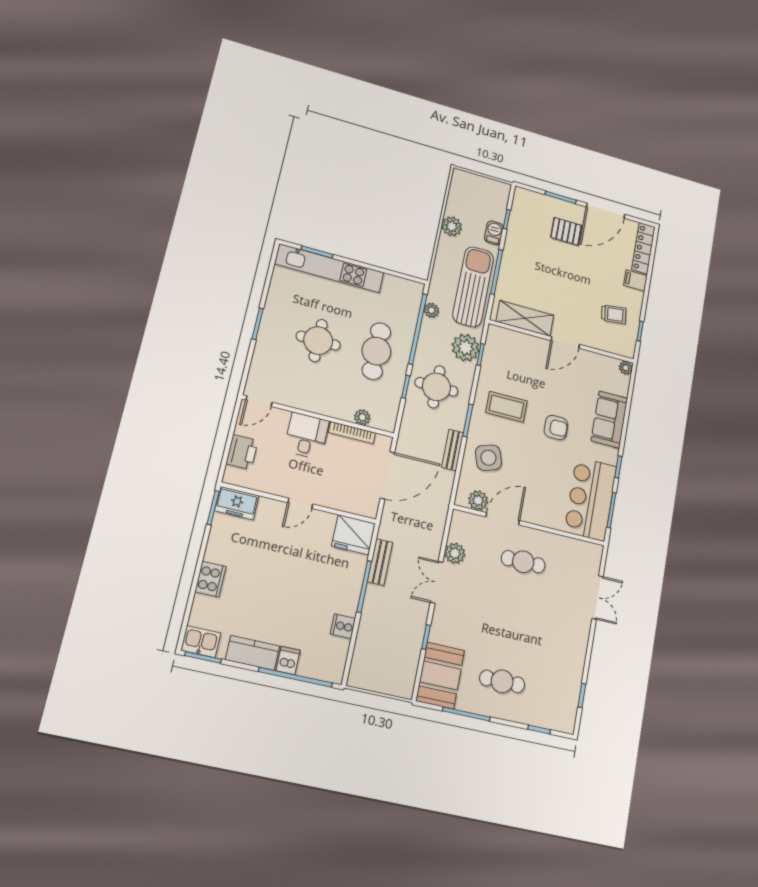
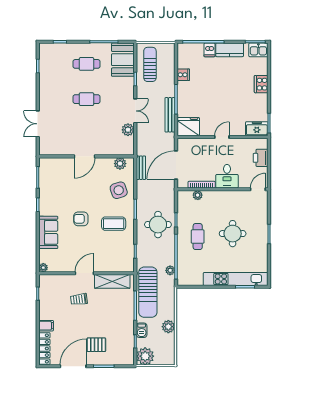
trolley: (614, 314) -> (79, 299), moved
plant: (466, 348) -> (145, 356), moved
cafe table: (376, 351) -> (198, 237), width x0.73, depth x0.74
bench: (453, 450) -> (141, 168), moved
bar counter: (591, 499) -> (52, 181), removed
door: (503, 519) -> (84, 156), moved
bench: (380, 562) -> (170, 115), width x1.36
cafe table: (523, 562) -> (86, 99), moved
sun lounger: (396, 657) -> (150, 64), added

